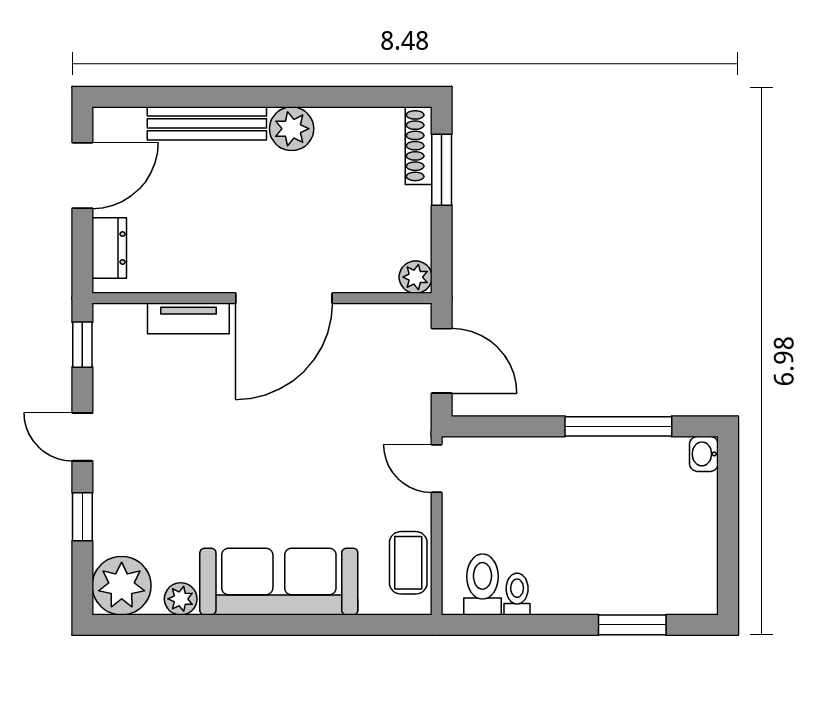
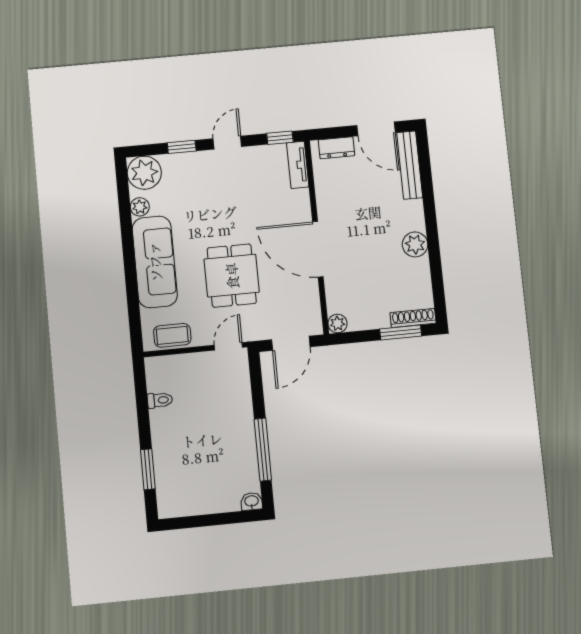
bench: (207, 123) -> (410, 165), moved
tv unit: (188, 318) -> (298, 165), moved
dining table: (315, 451) -> (232, 276), added
toilet: (482, 584) -> (164, 380), removed

